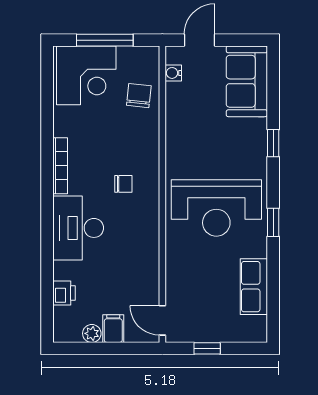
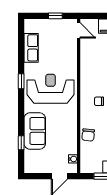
sofa: (247, 81) -> (35, 131), moved
chair: (139, 96) -> (88, 135), moved
window: (273, 143) -> (21, 143), moved

